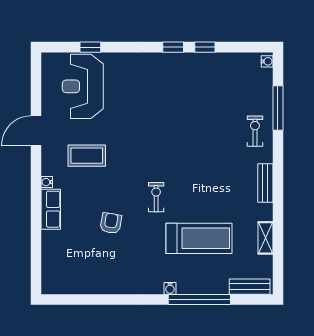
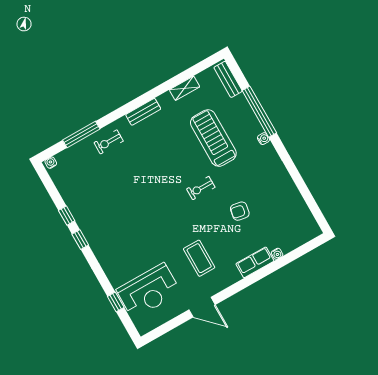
water cooler: (47, 182) -> (277, 254), moved

